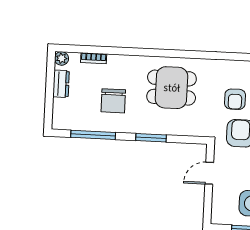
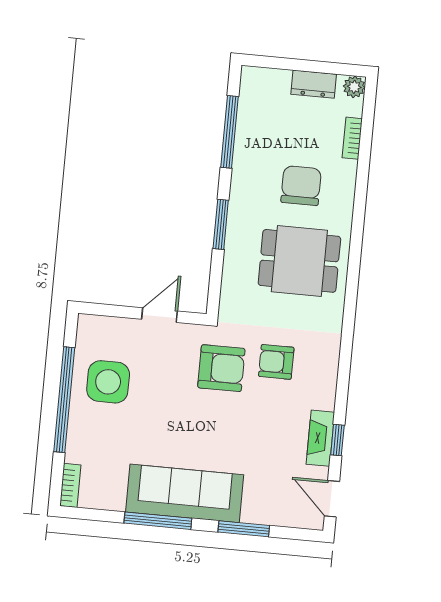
dining table: (172, 88) -> (299, 261), turned 90
chair: (113, 101) -> (301, 186), moved, turned 90
door: (209, 173) -> (160, 315), hinge flipped

